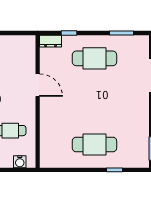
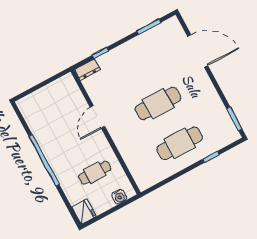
cafe table: (94, 58) -> (158, 104), moved
door: (38, 85) -> (97, 117), swing flipped

